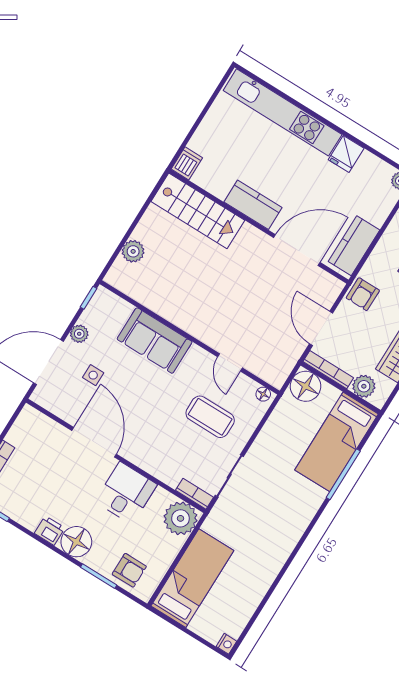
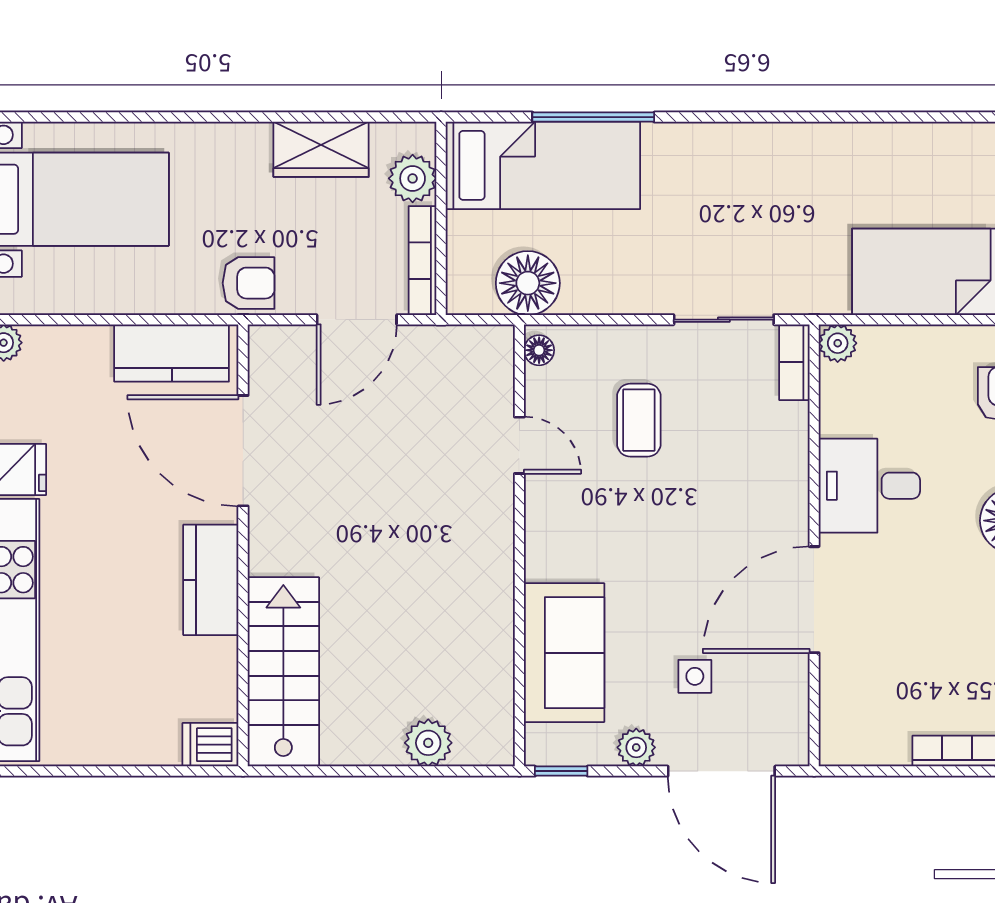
sofa: (155, 341) -> (564, 653), moved
door: (230, 362) -> (519, 445), hinge flipped
floor lamp: (306, 386) -> (528, 283), moved
coffee table: (210, 417) -> (639, 420), width x0.73, depth x0.77
plant: (180, 518) -> (838, 343), width x0.53, depth x0.53

